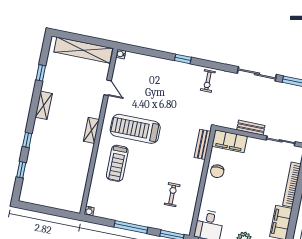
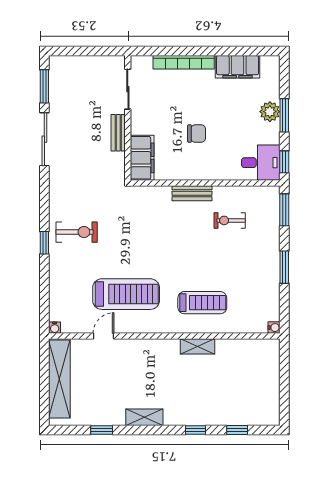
exercise bike: (208, 81) -> (77, 232), moved, width x1.38, depth x1.39
treadmill: (135, 129) -> (126, 294), moved, turned -90
shelving: (91, 130) -> (198, 346), moved
bench: (202, 144) -> (192, 193), moved
chair: (217, 171) -> (197, 134), moved
window: (131, 227) -> (284, 267), width x0.69

